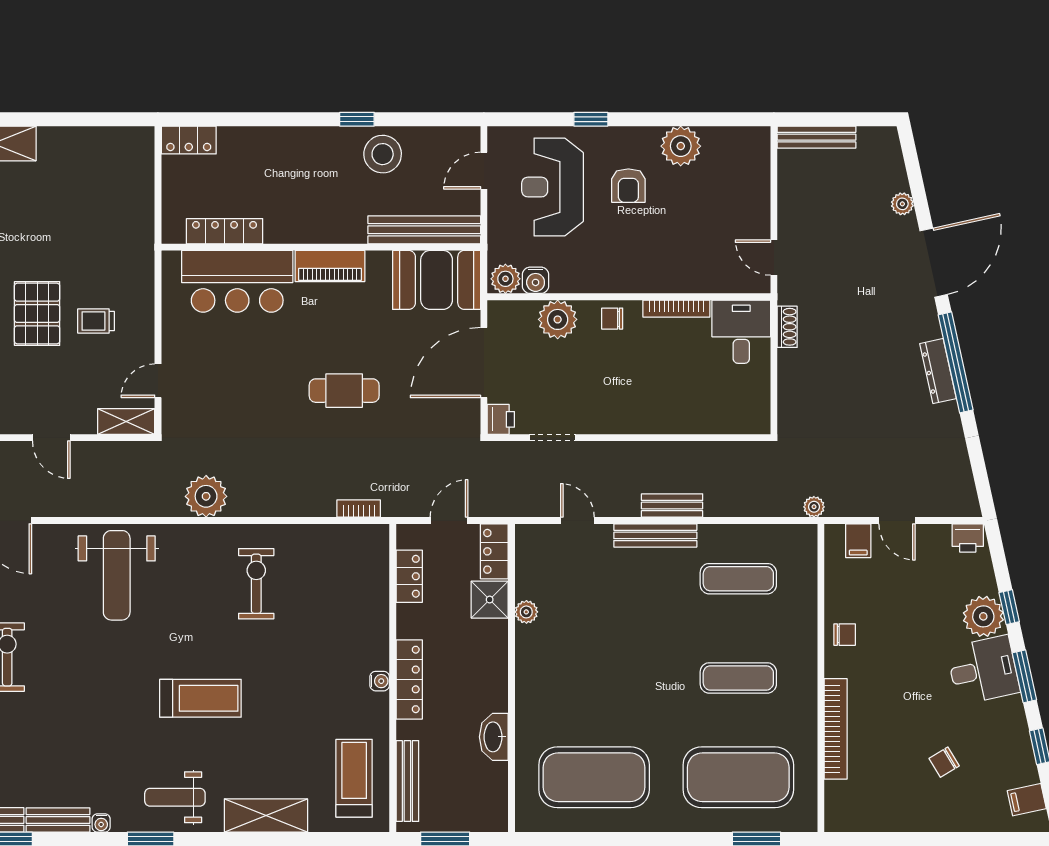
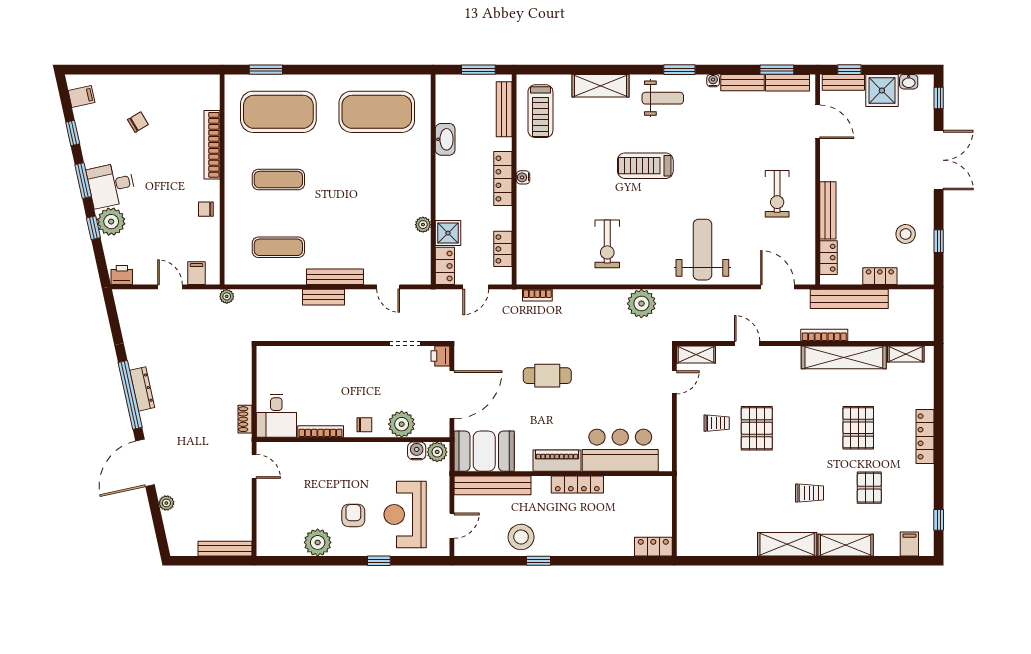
reception desk: (553, 187) -> (405, 515), turned 180
locker: (225, 231) -> (577, 484), moved

